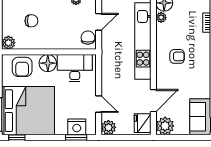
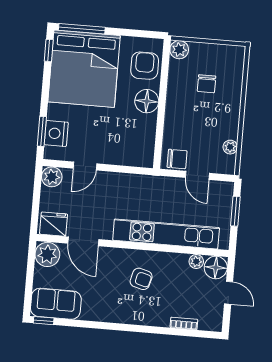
armchair: (177, 56) -> (141, 279), turned -75
armchair: (22, 67) -> (145, 66), turned 90
desk: (75, 68) -> (137, 138), removed

